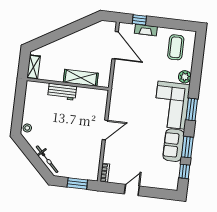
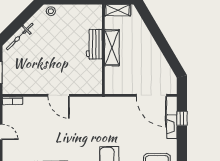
door: (115, 45) -> (151, 95), hinge flipped
shelving: (81, 78) -> (112, 48), moved

